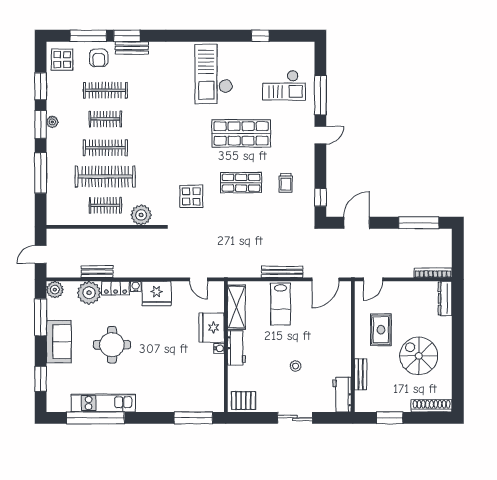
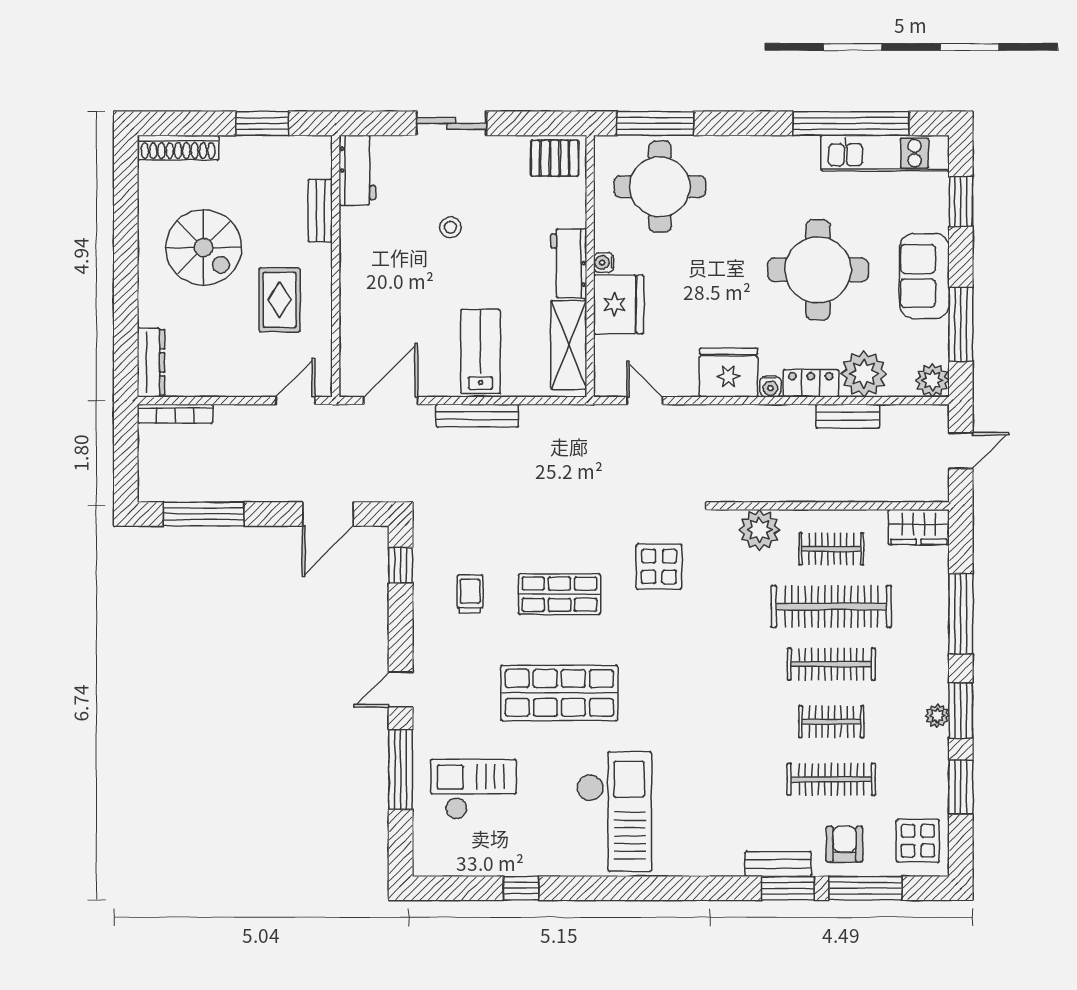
wardrobe: (62, 216) -> (919, 527), added
round table: (112, 345) -> (818, 270), width x1.36, depth x1.36
round table: (191, 386) -> (660, 187), added
kitchen unit: (103, 403) -> (885, 153), moved

